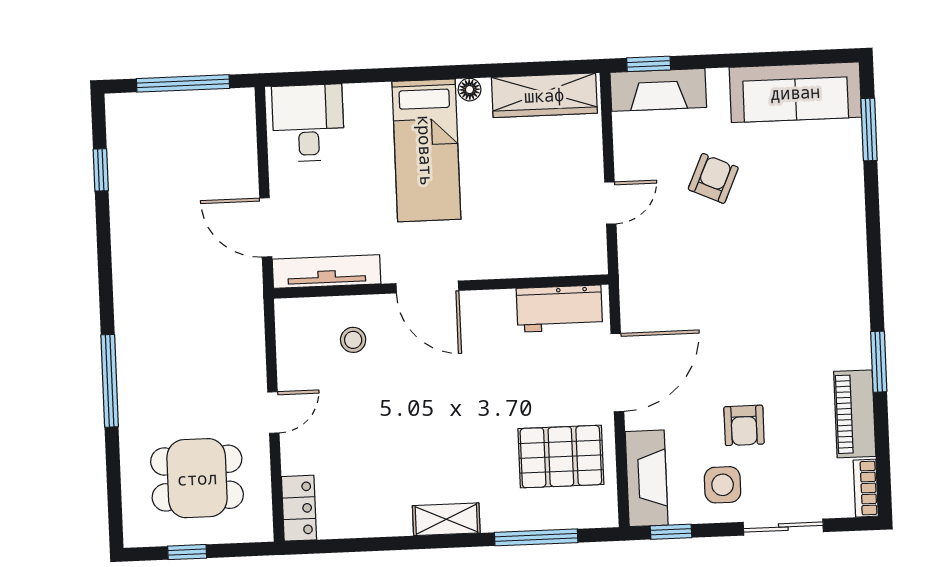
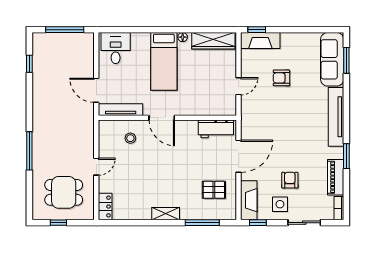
sofa: (795, 92) -> (332, 59), moved, turned 90
armchair: (713, 178) -> (281, 78), turned -114
tv unit: (850, 267) -> (336, 117), added
armchair: (744, 425) -> (290, 180), turned 180
pallet: (561, 457) -> (214, 190), width x0.67, depth x0.71

